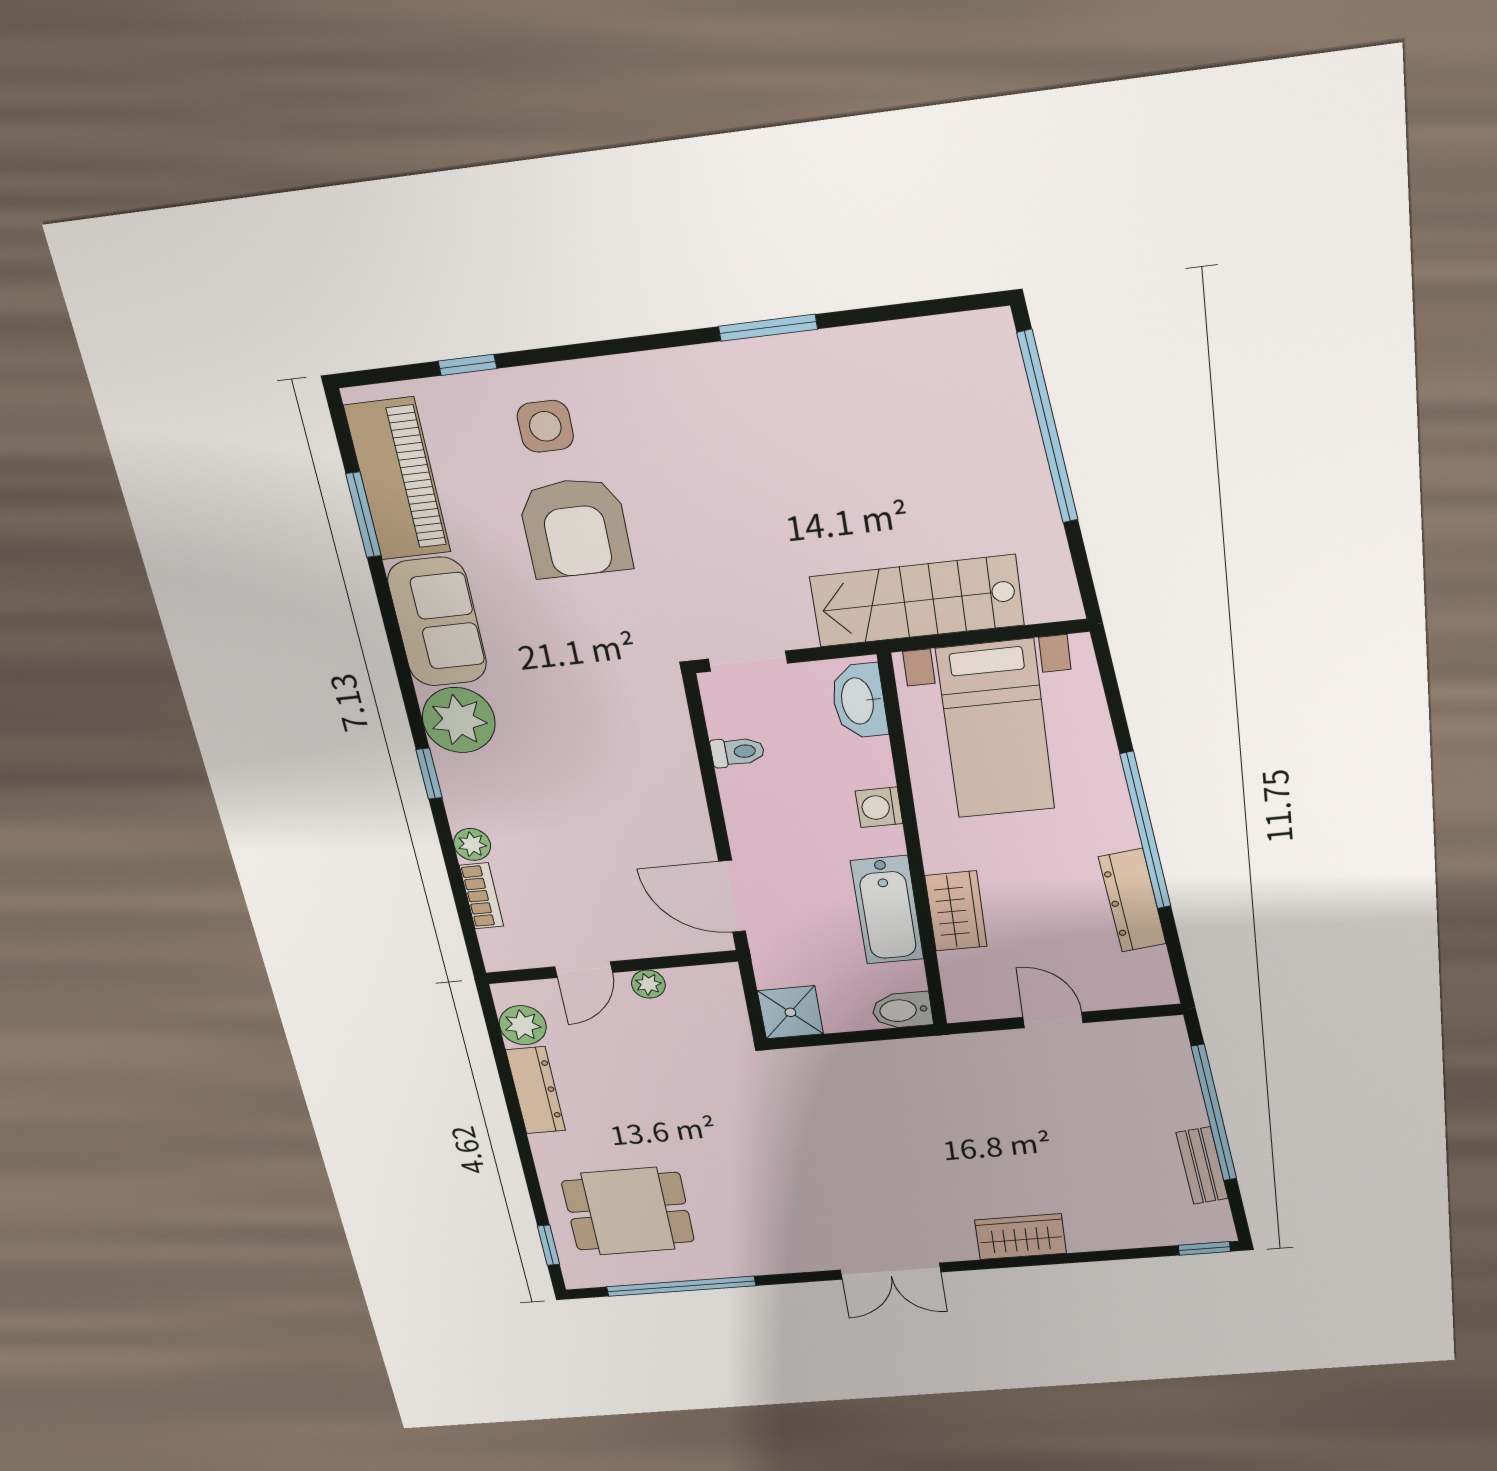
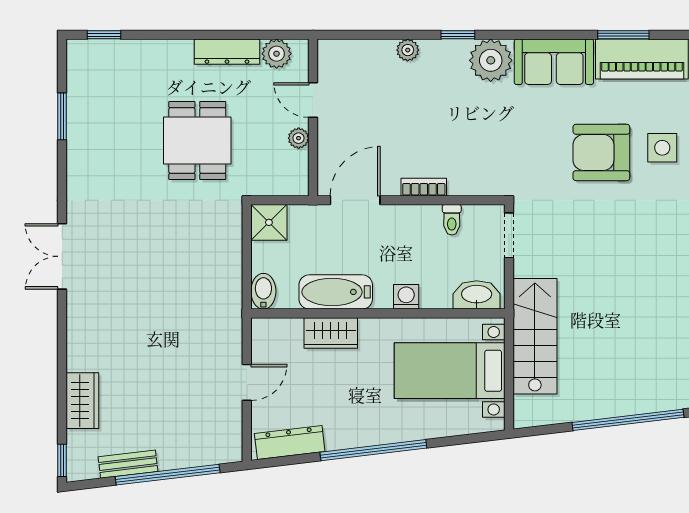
bookcase: (482, 896) -> (424, 187), moved, turned 180
dresser: (1132, 900) -> (290, 443), moved
dining table: (628, 1211) -> (197, 141), moved
wardrobe: (1021, 1237) -> (82, 401), moved
window: (681, 1286) -> (62, 116), width x0.47

